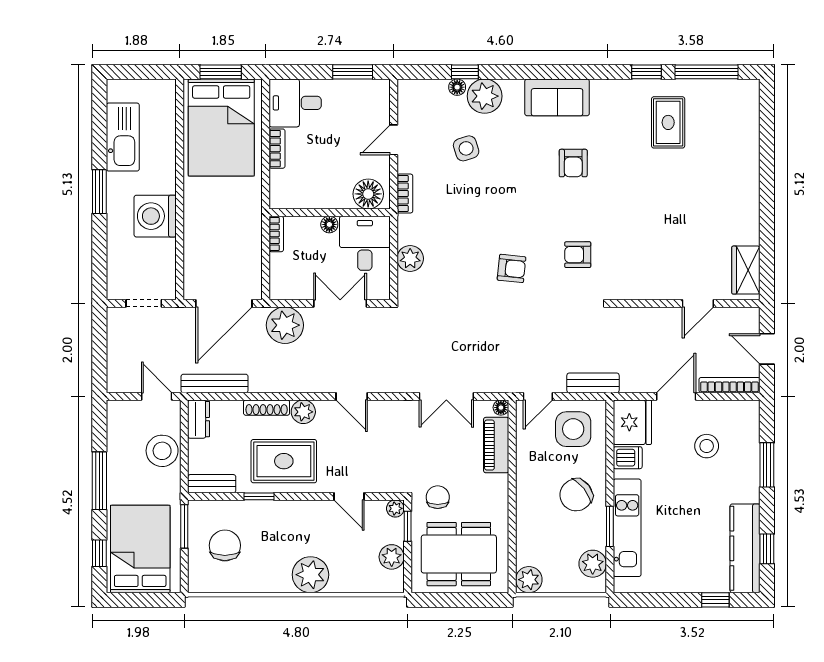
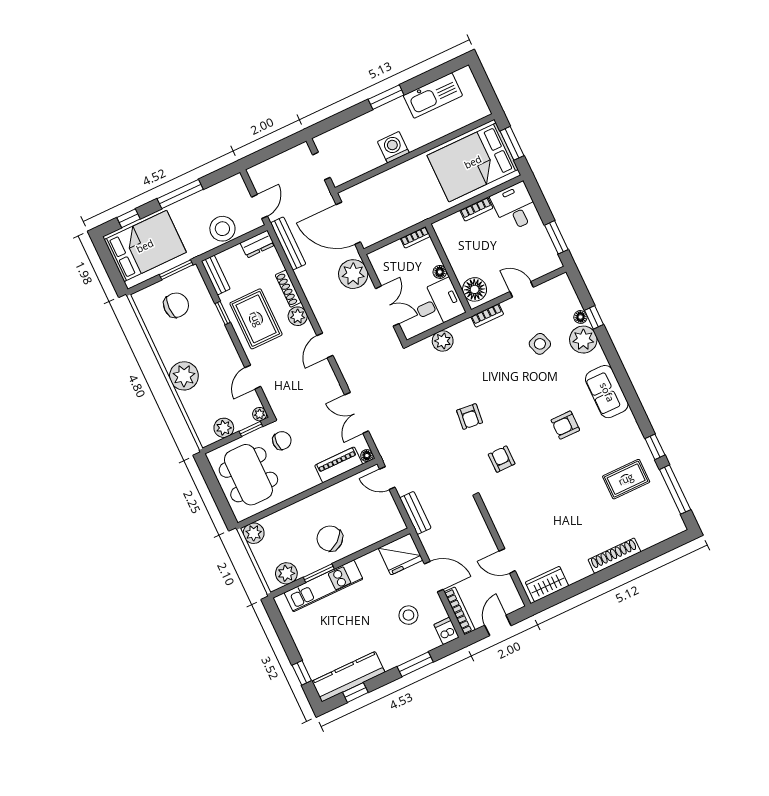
shoe rack: (750, 177) -> (614, 556), added
washing machine: (155, 216) -> (393, 147), width x0.73, depth x0.73
side table: (573, 429) -> (376, 514), removed
dishwasher: (628, 458) -> (447, 631), moved, turned 180

